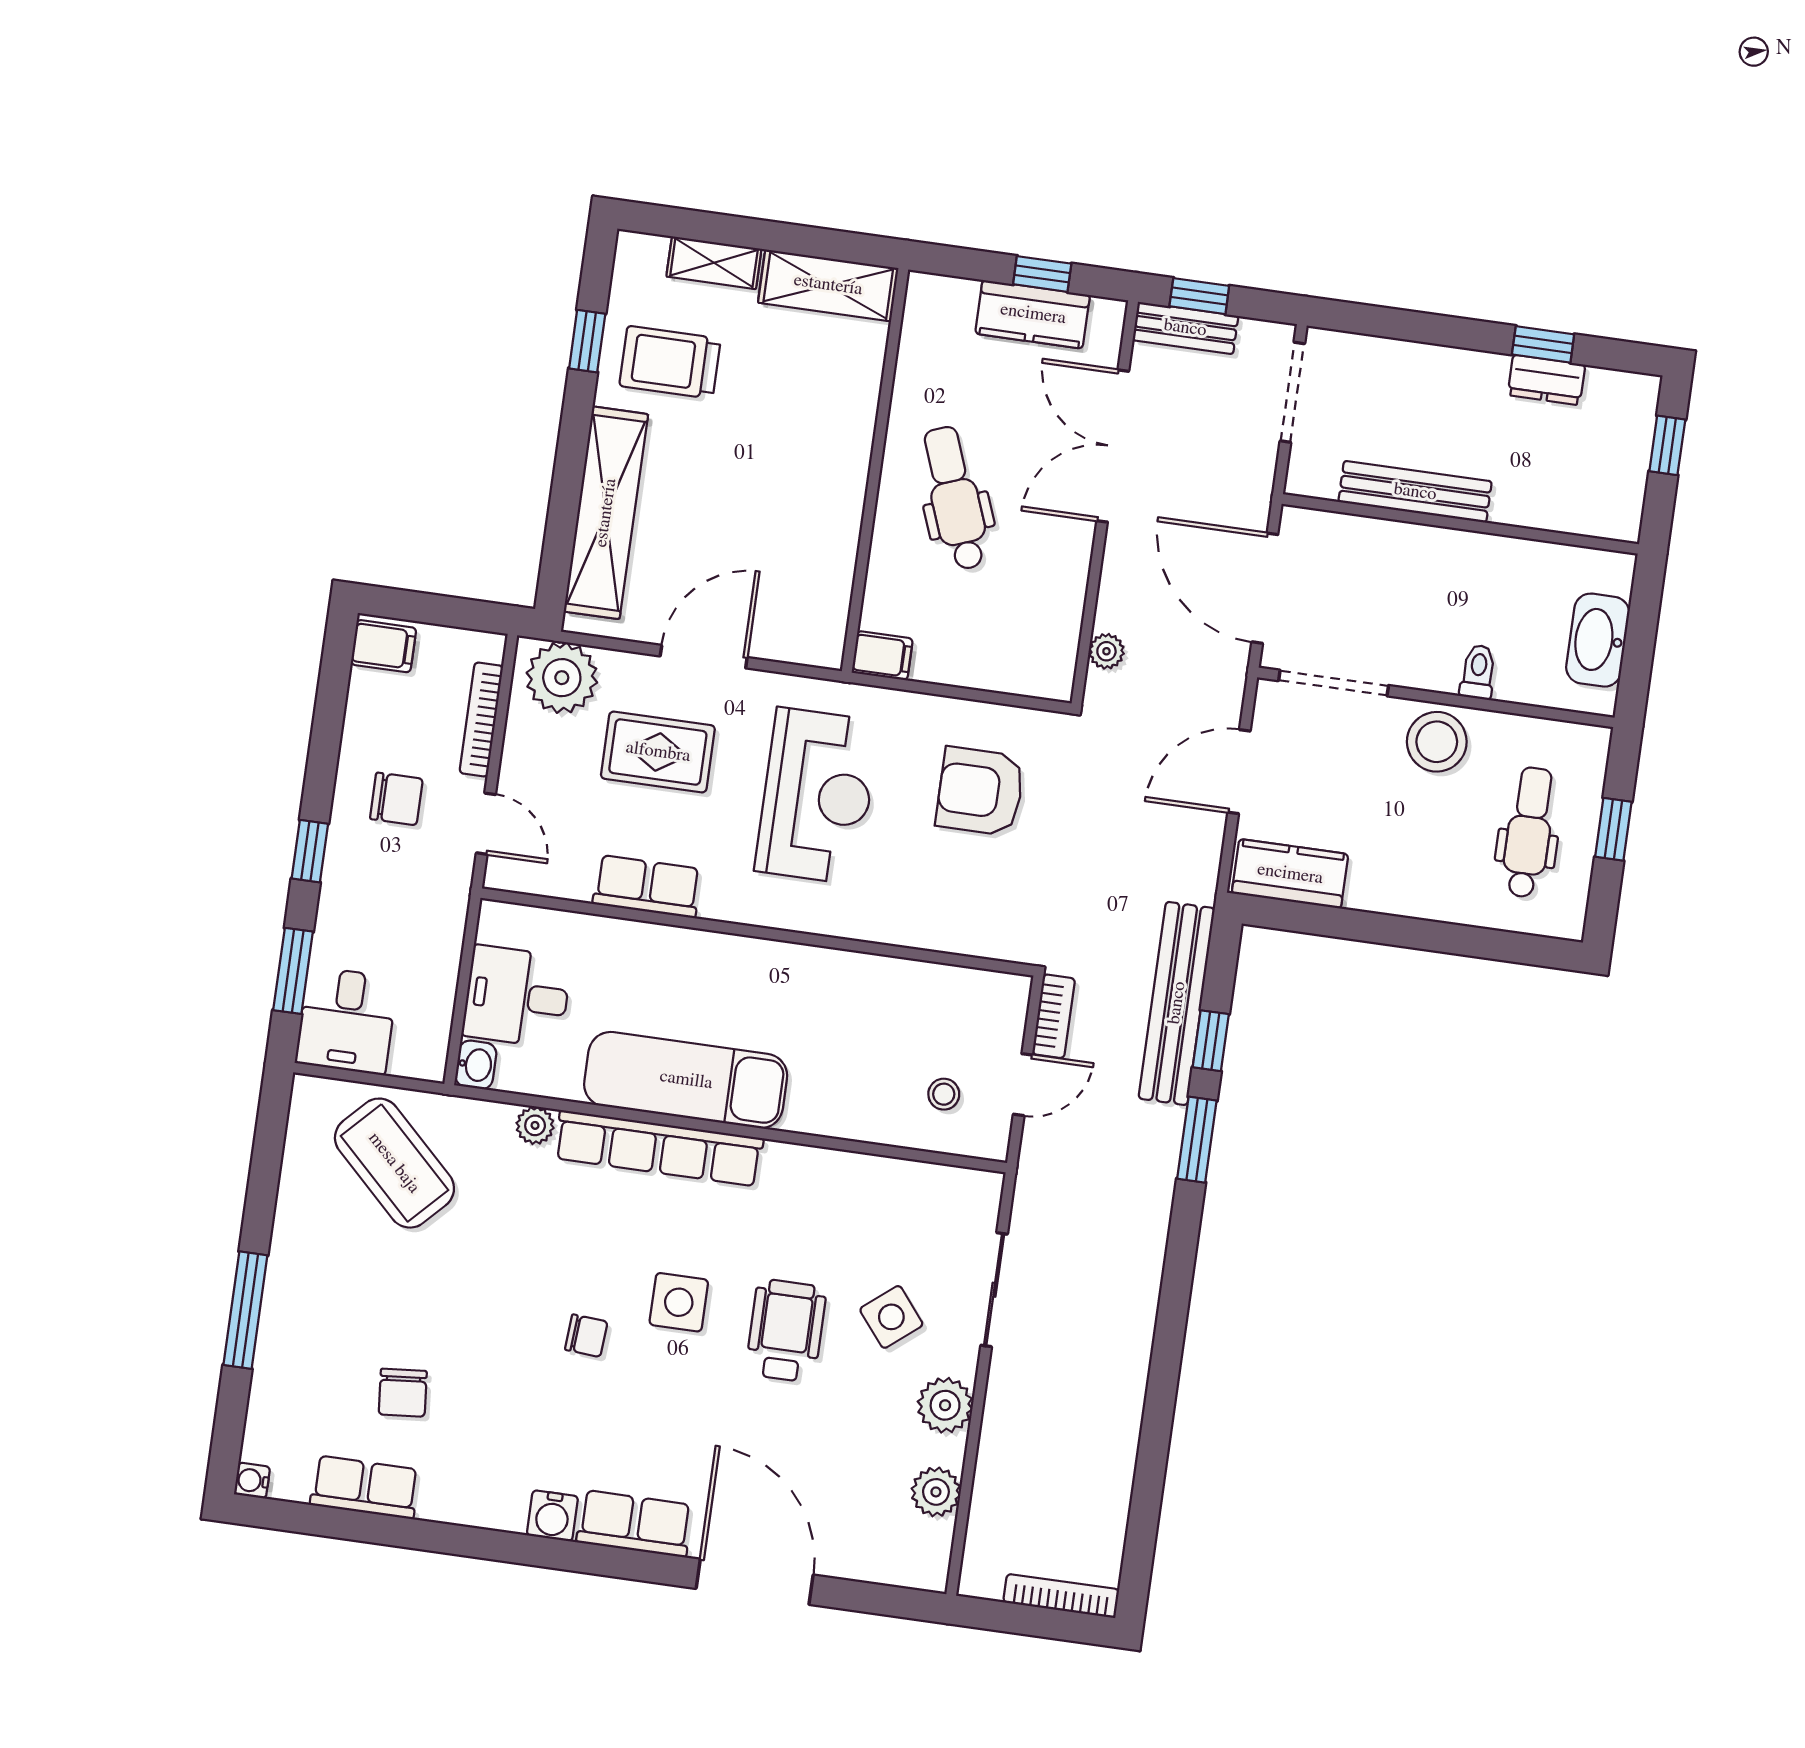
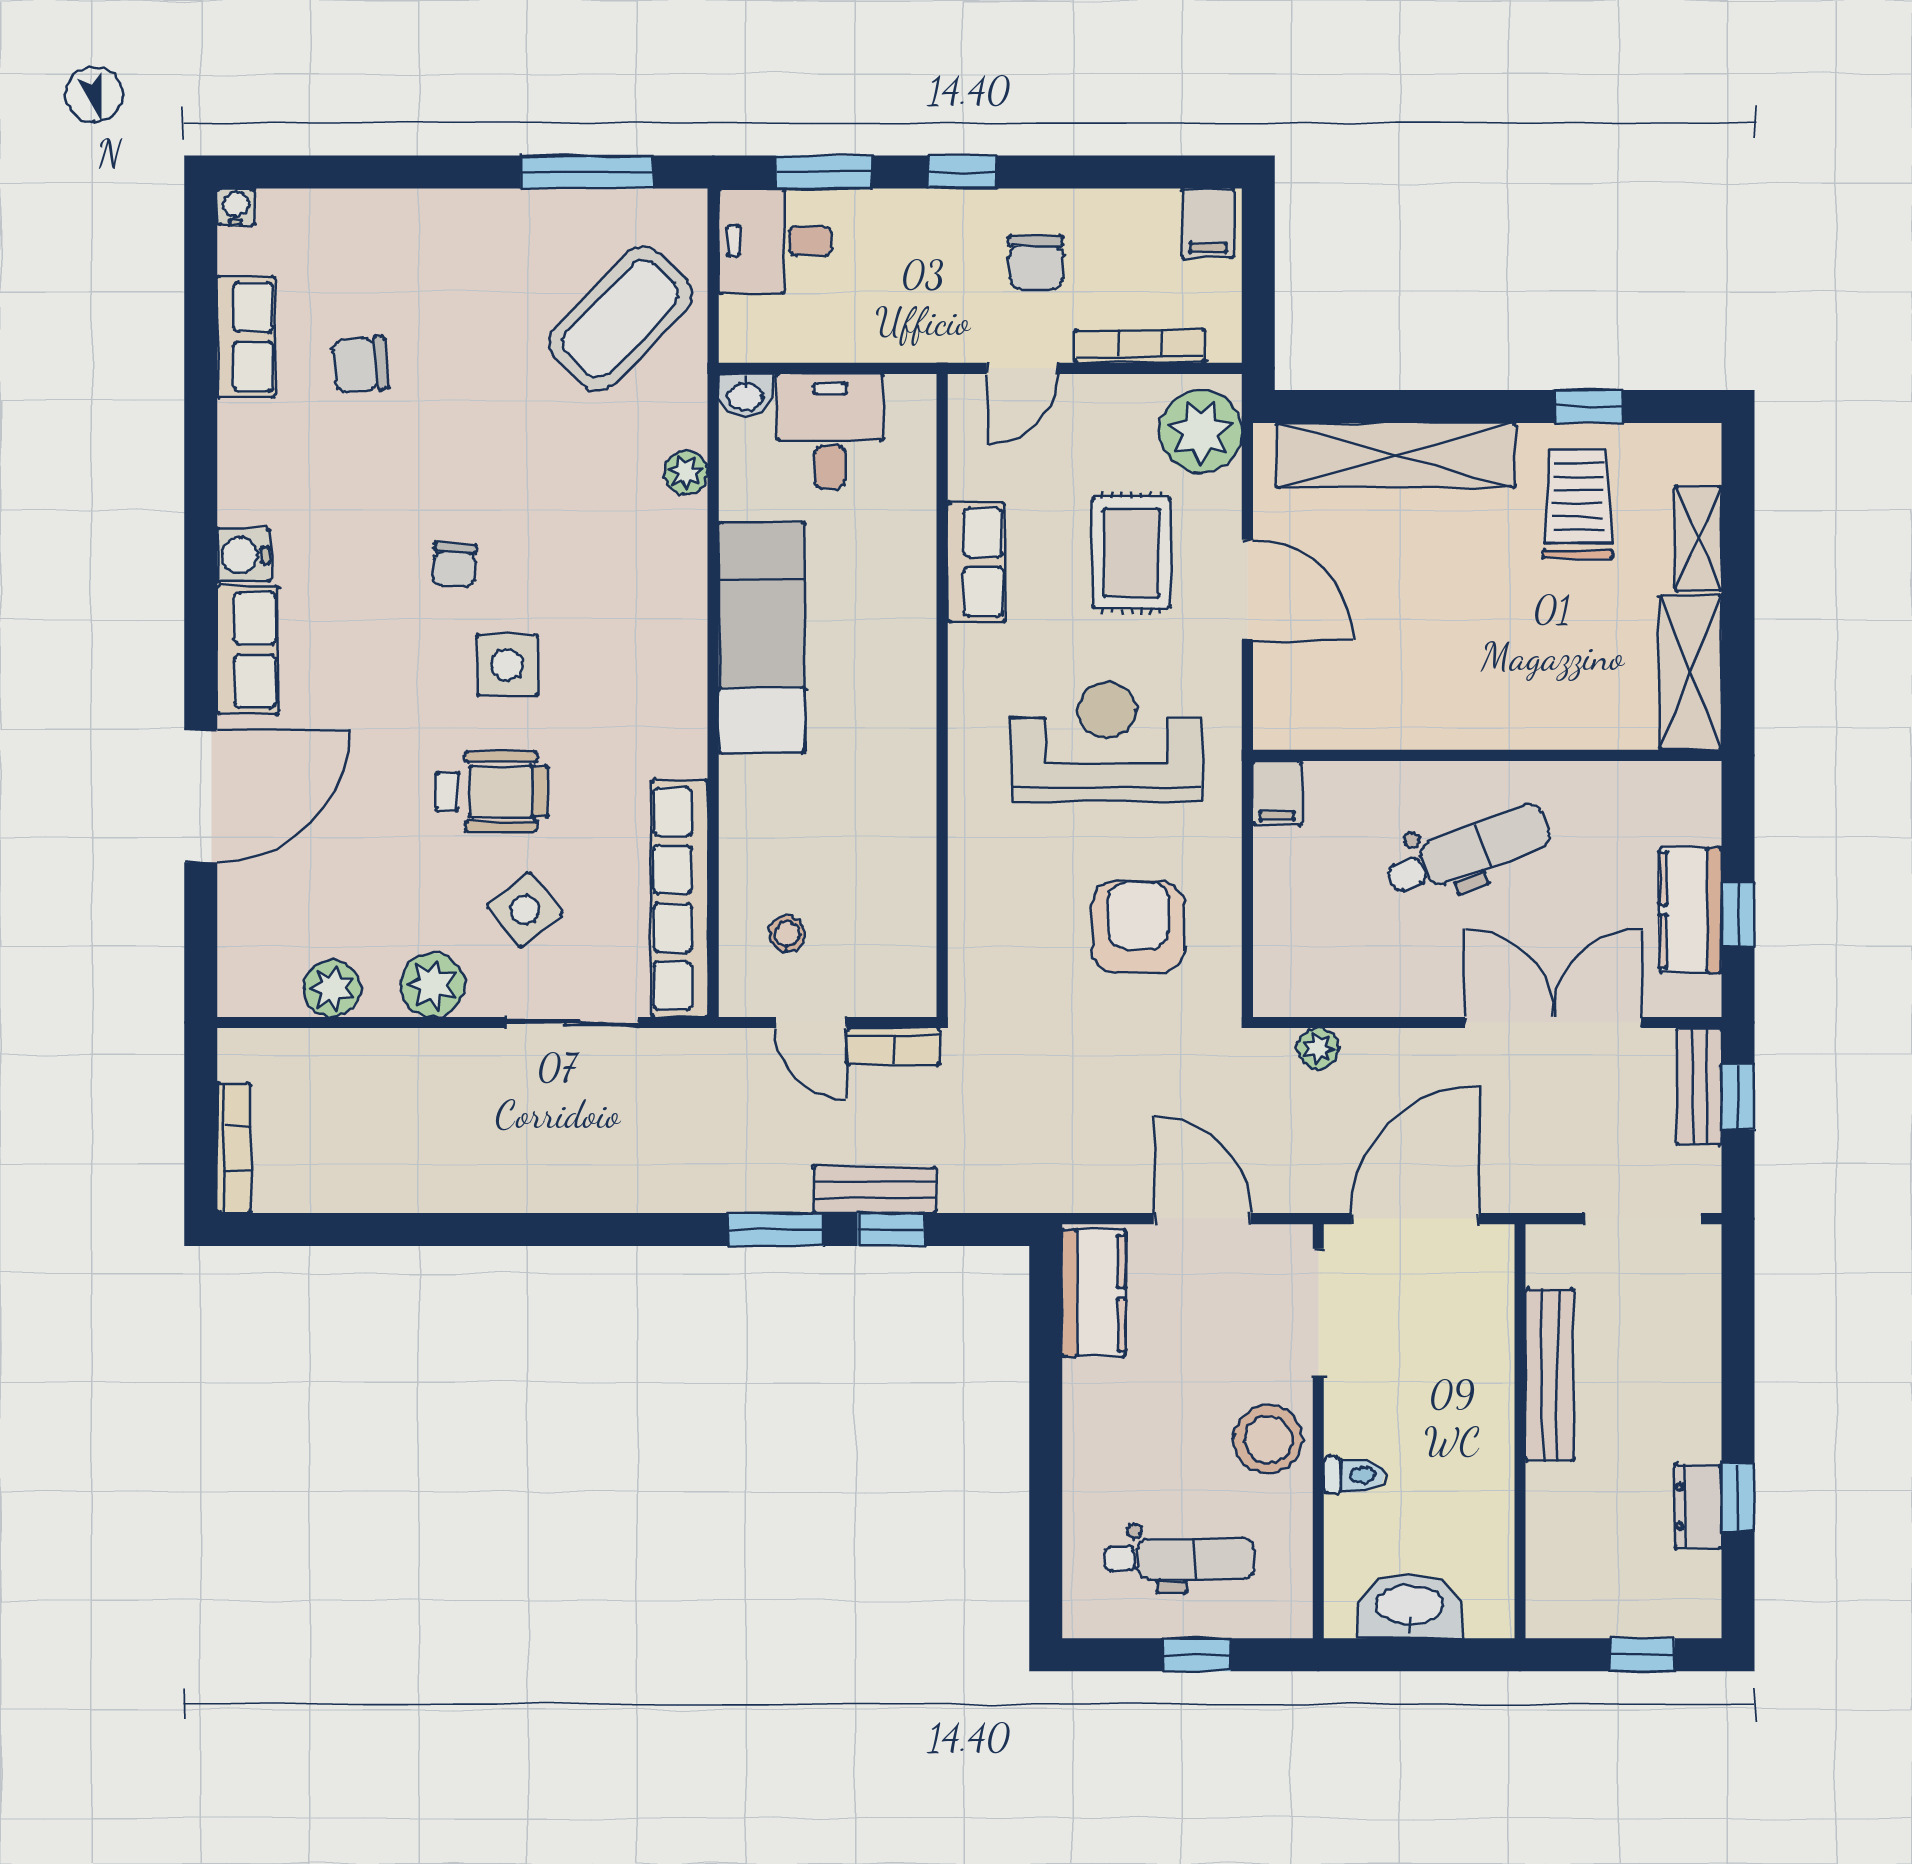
reception desk: (817, 796) -> (1107, 741), turned 180
bench: (1177, 1003) -> (875, 1190), width x0.54, depth x0.82
row of seats: (659, 1148) -> (680, 898), moved
window: (245, 1310) -> (587, 172), moved

